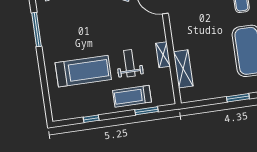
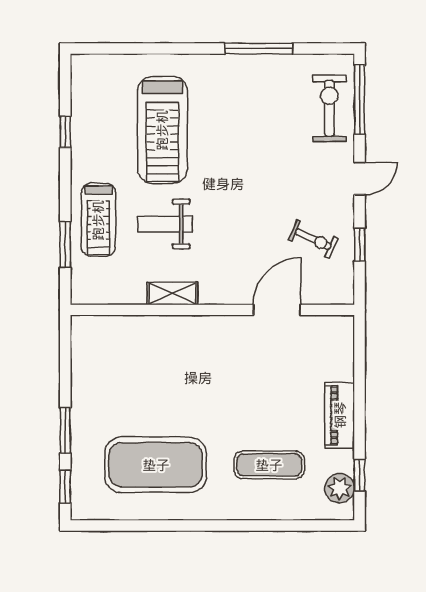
weight bench: (129, 63) -> (165, 224), turned 180
shelving: (183, 69) -> (138, 330), removed
treadmill: (132, 96) -> (98, 220), turned 180

